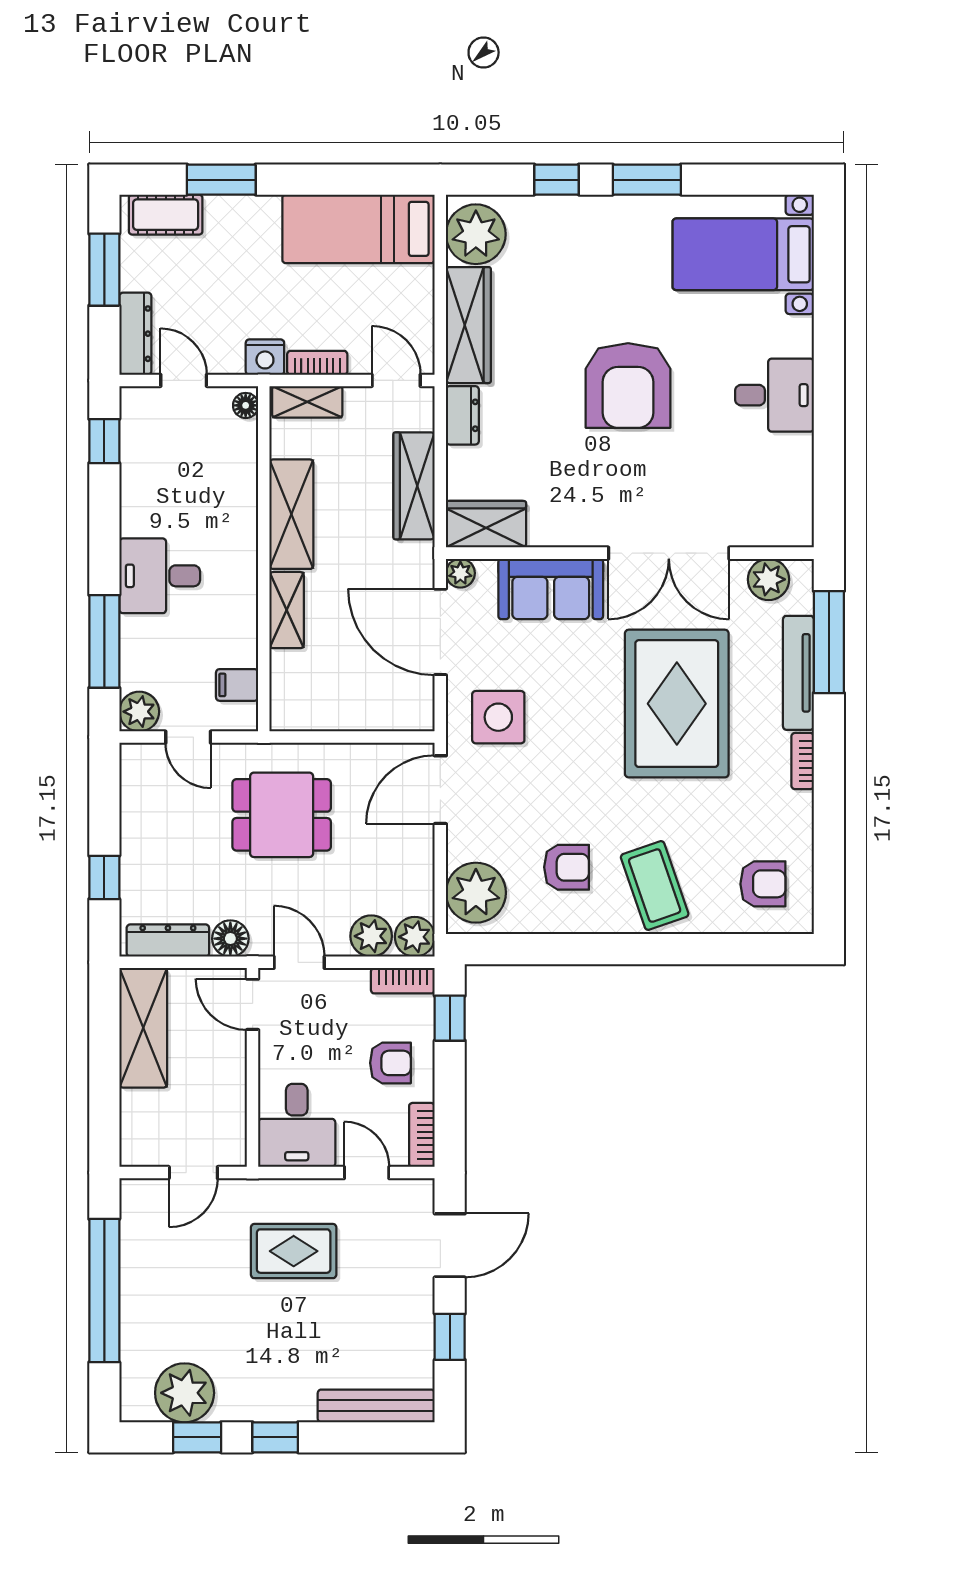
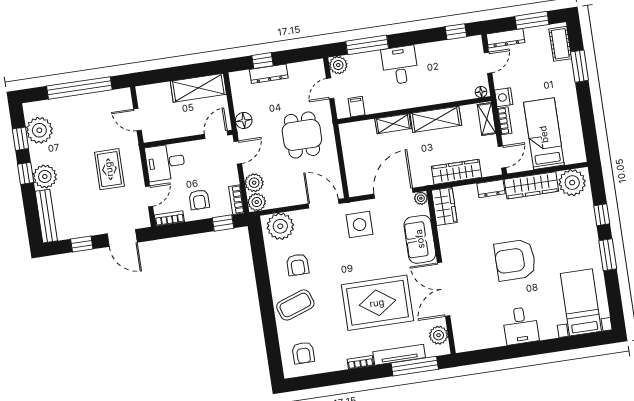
bed: (358, 229) -> (544, 134), moved
dresser: (168, 941) -> (269, 74), moved, turned 90
plant: (288, 1396) -> (45, 176), added

